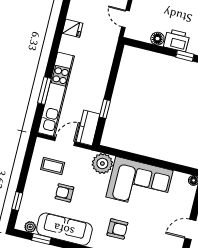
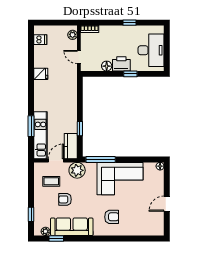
kitchen unit: (56, 94) -> (40, 135), width x0.73
window: (121, 154) -> (101, 160), added
plant: (102, 163) -> (77, 170), moved

